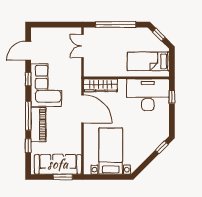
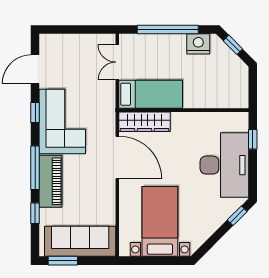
nightstand: (136, 34) -> (198, 44), added
bed: (148, 61) -> (151, 94), moved, turned 180
desk: (148, 95) -> (224, 165), moved, turned 90
window: (63, 177) -> (63, 261), moved

